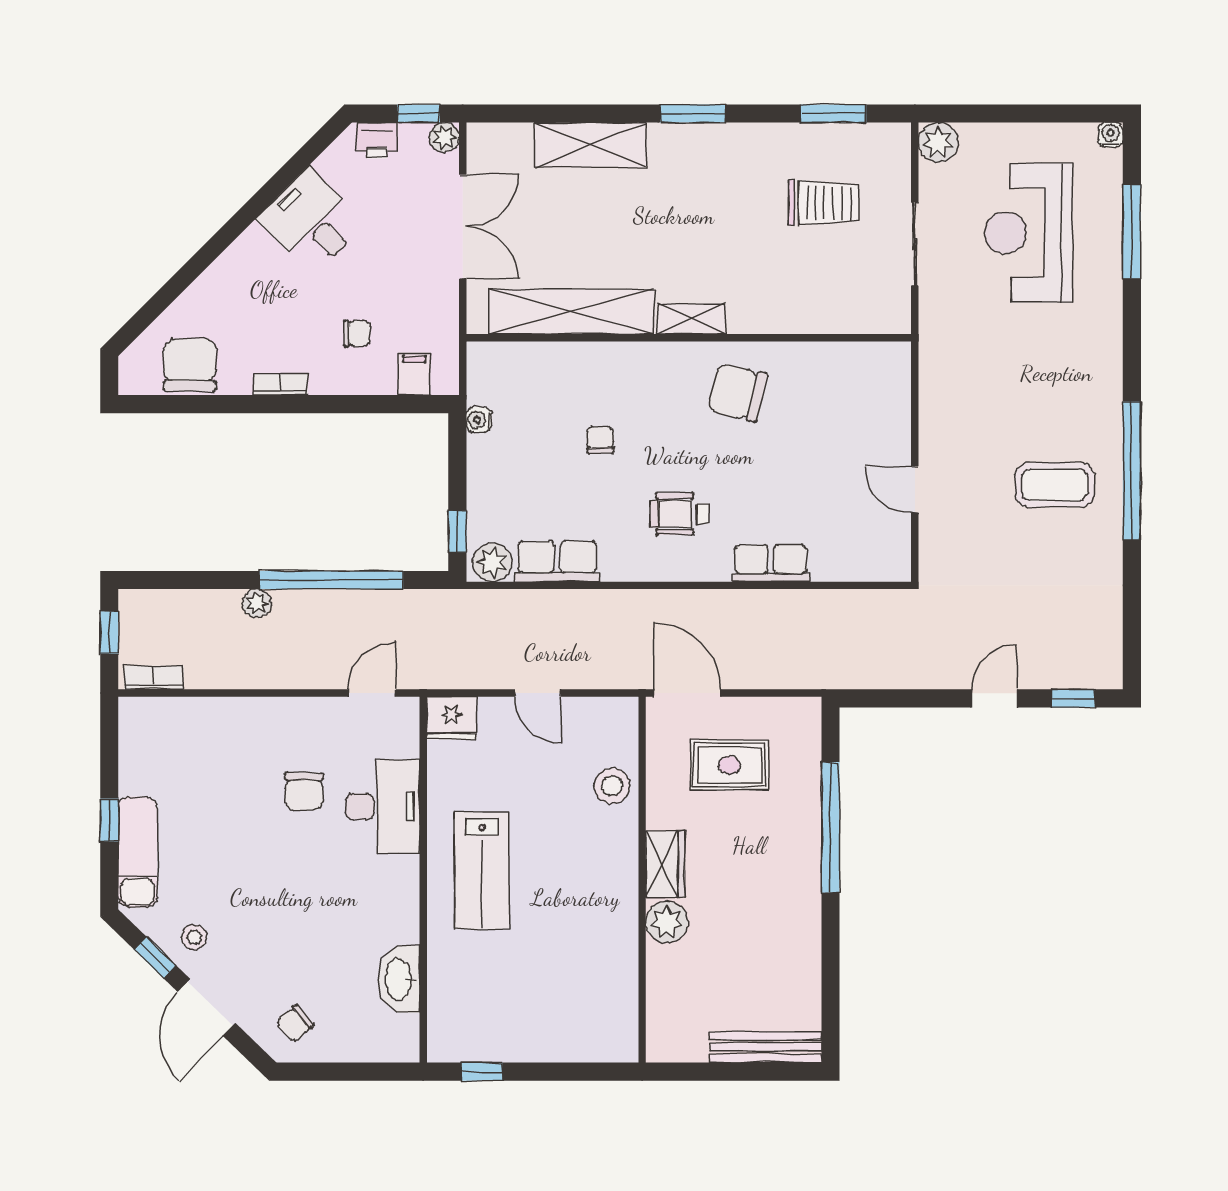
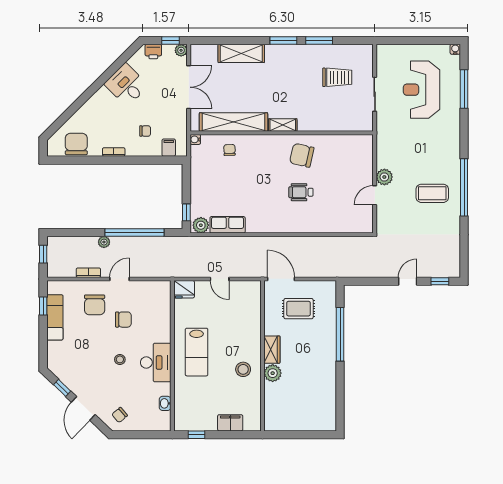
window: (833, 114) -> (319, 40), moved
plant: (938, 142) -> (384, 177), moved
water cooler: (479, 420) -> (195, 139), moved
chair: (600, 440) -> (229, 150), moved
door: (915, 489) -> (375, 195), hinge flipped
wheelchair: (679, 514) -> (301, 192), moved
row of seats: (771, 563) -> (316, 226), removed
bookcase: (154, 678) -> (88, 273), moved
door: (372, 693) -> (119, 279), moved
chair: (234, 756) -> (95, 305), added
stool: (612, 786) -> (243, 369), moved
chair: (304, 792) -> (123, 320), turned -90
desk: (383, 807) -> (156, 362), moved
window: (109, 820) -> (43, 306), moved
exam couch: (138, 852) -> (55, 317), moved
stool: (194, 937) -> (120, 359), moved
washbasin: (399, 979) -> (165, 403), width x0.52, depth x0.69
filing cabinet: (564, 1042) -> (230, 423), added
bench: (766, 1047) -> (313, 425), removed

